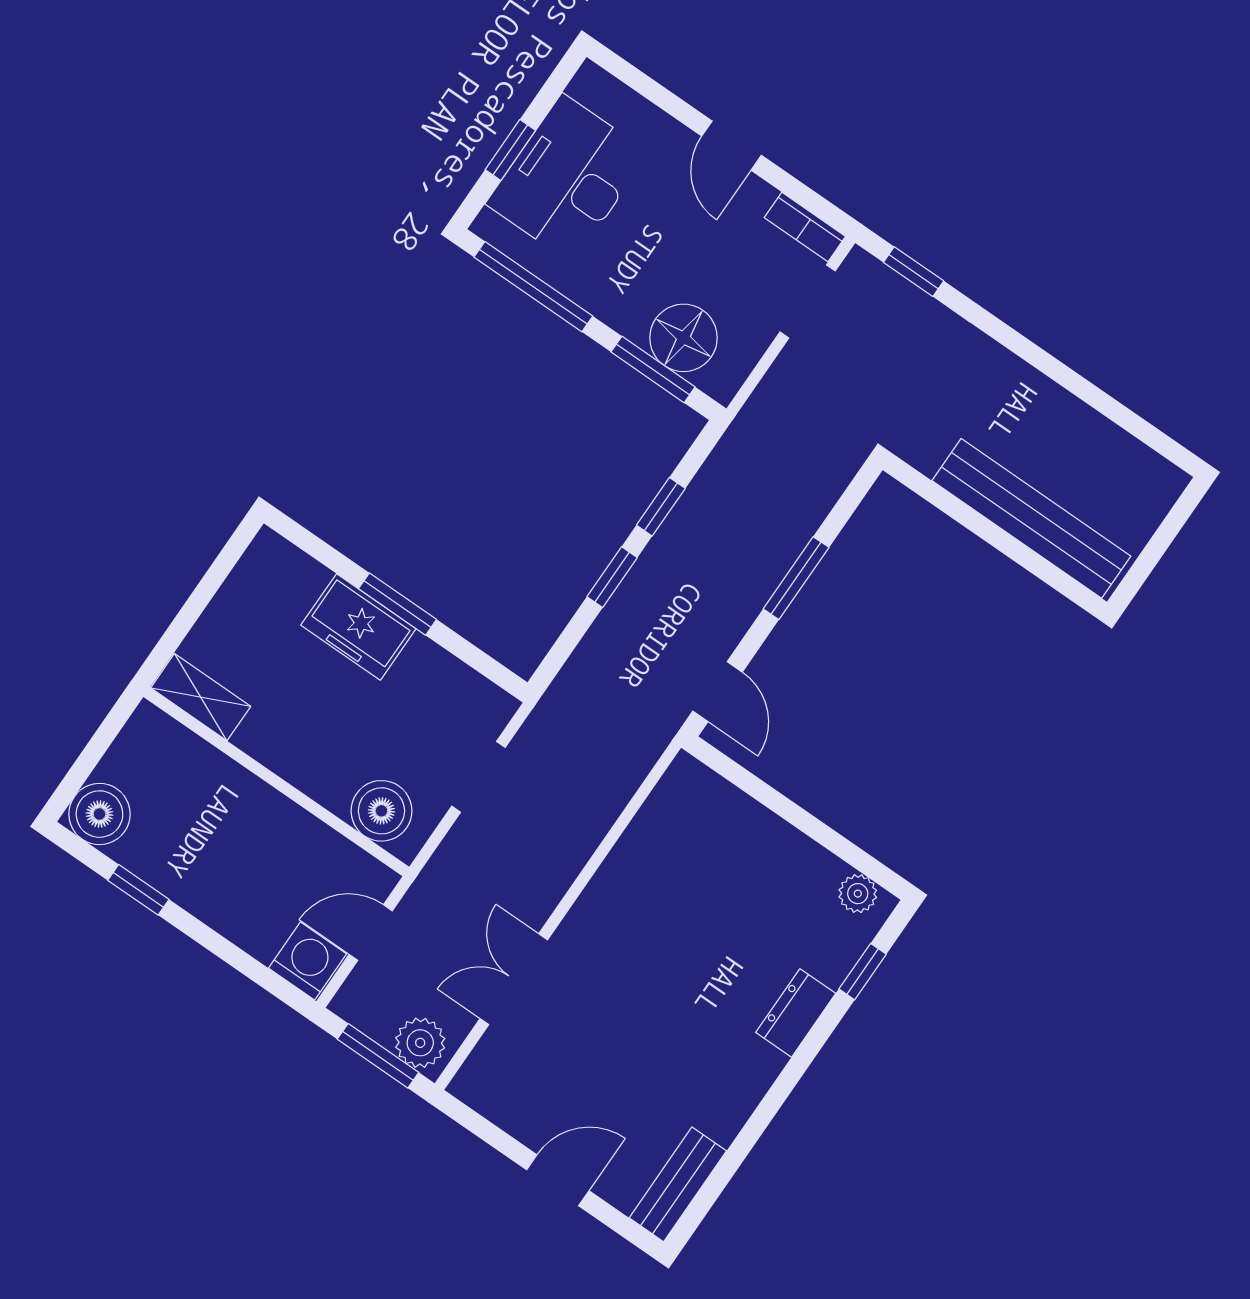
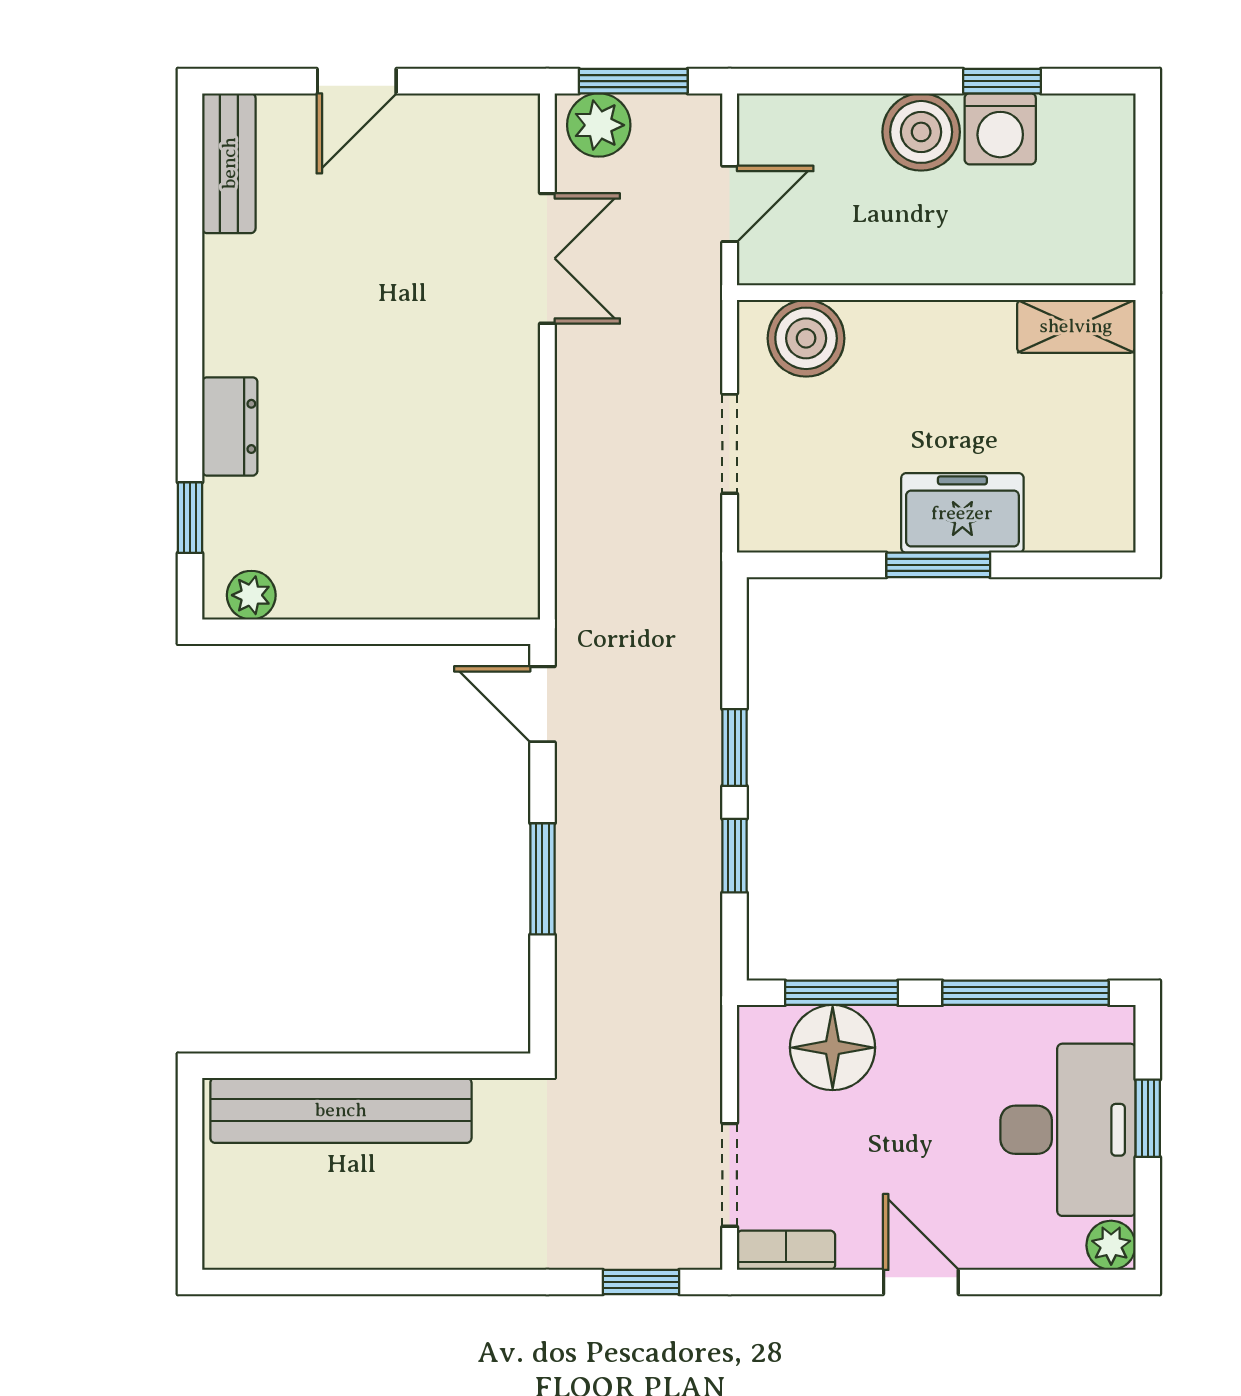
plant: (591, 84) -> (1111, 1245), added
boiler: (99, 814) -> (921, 132), moved
washing machine: (307, 961) -> (1000, 129), moved

